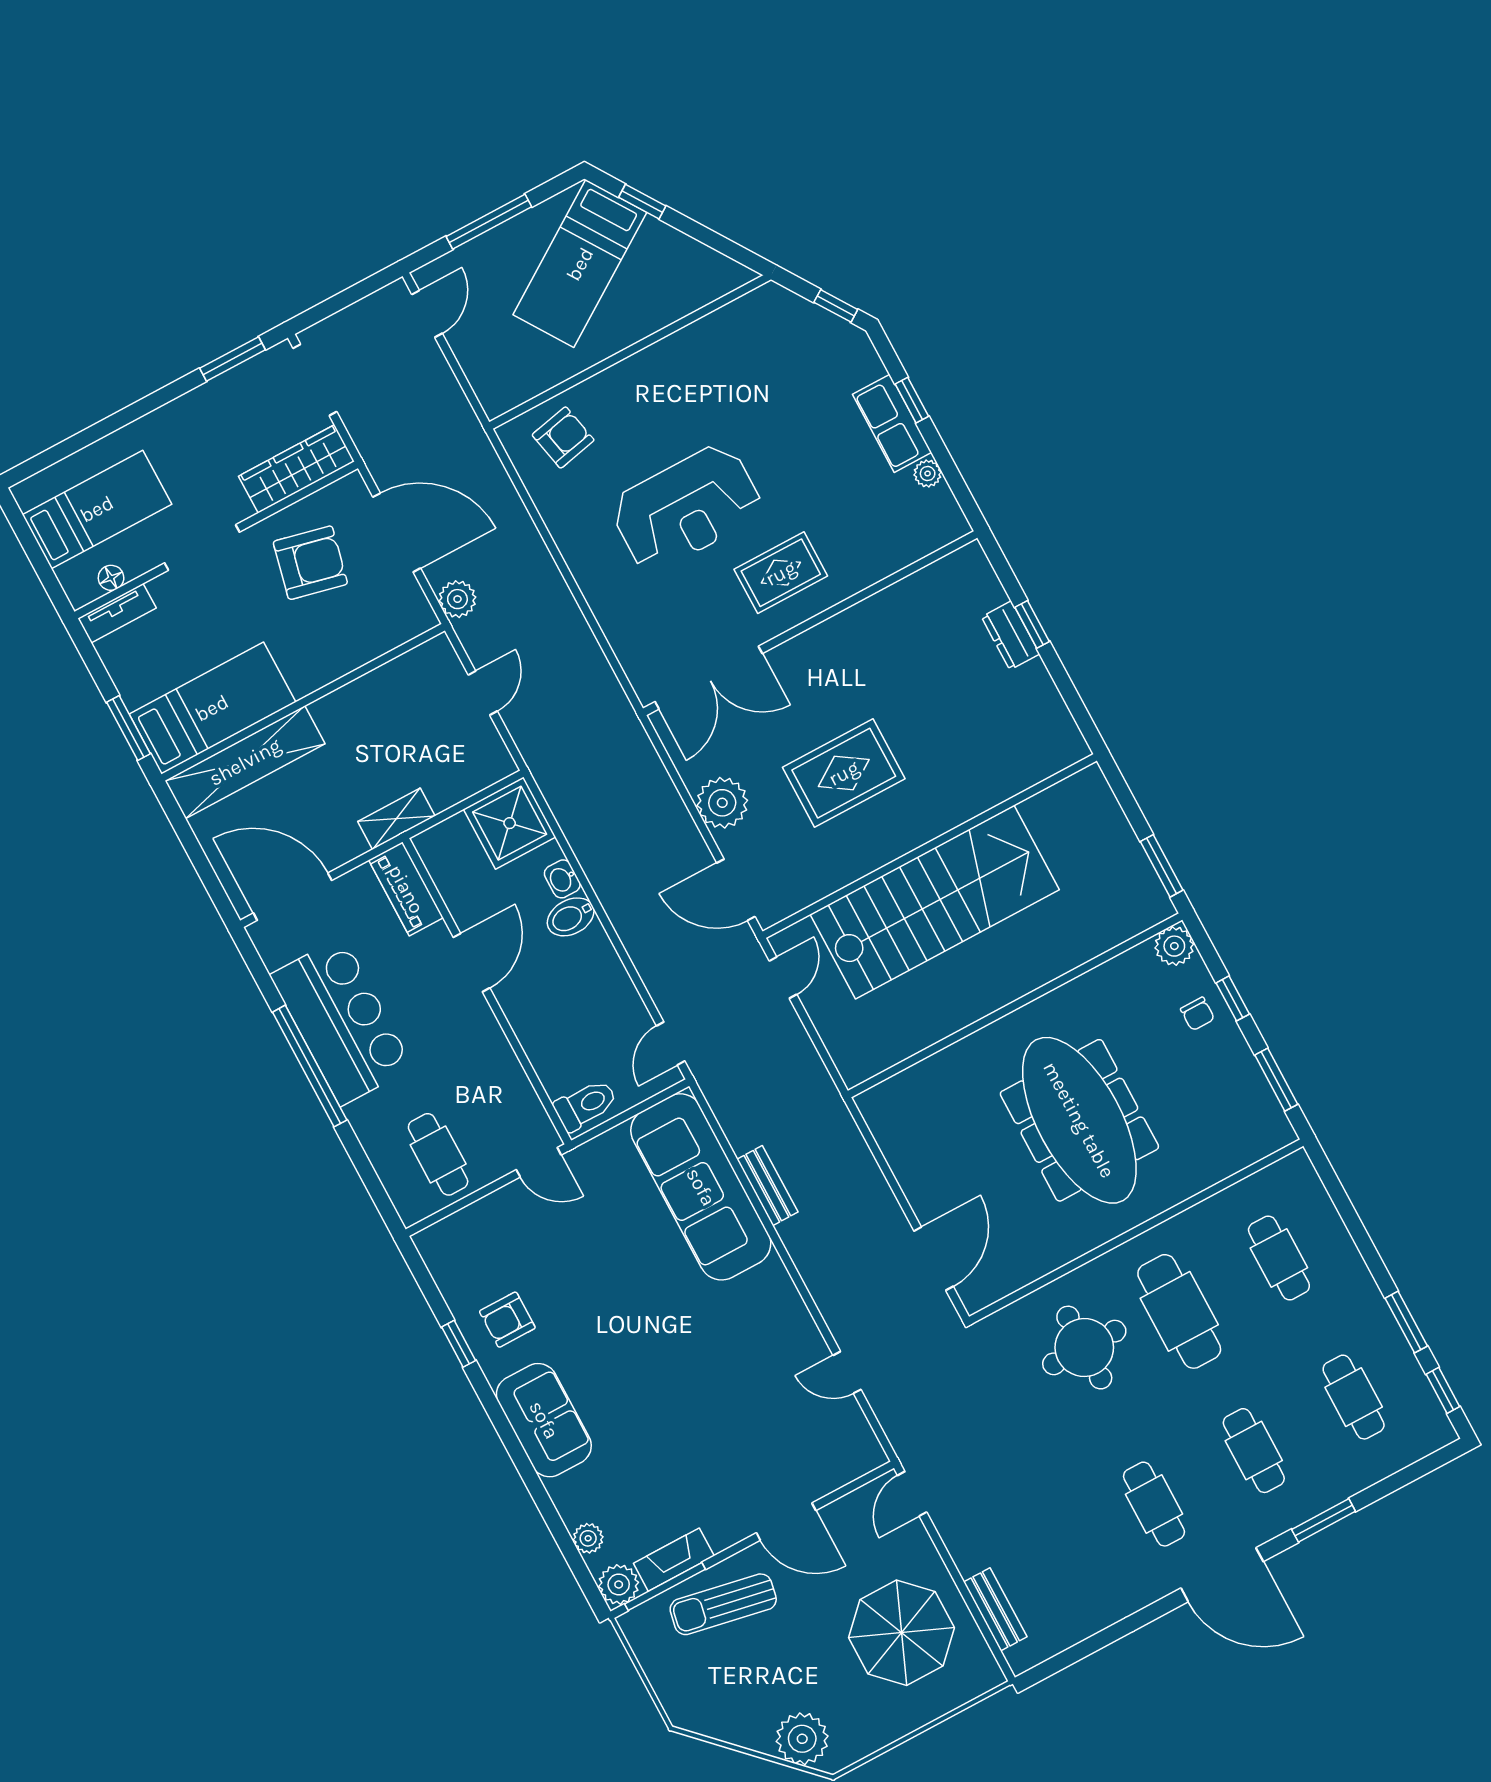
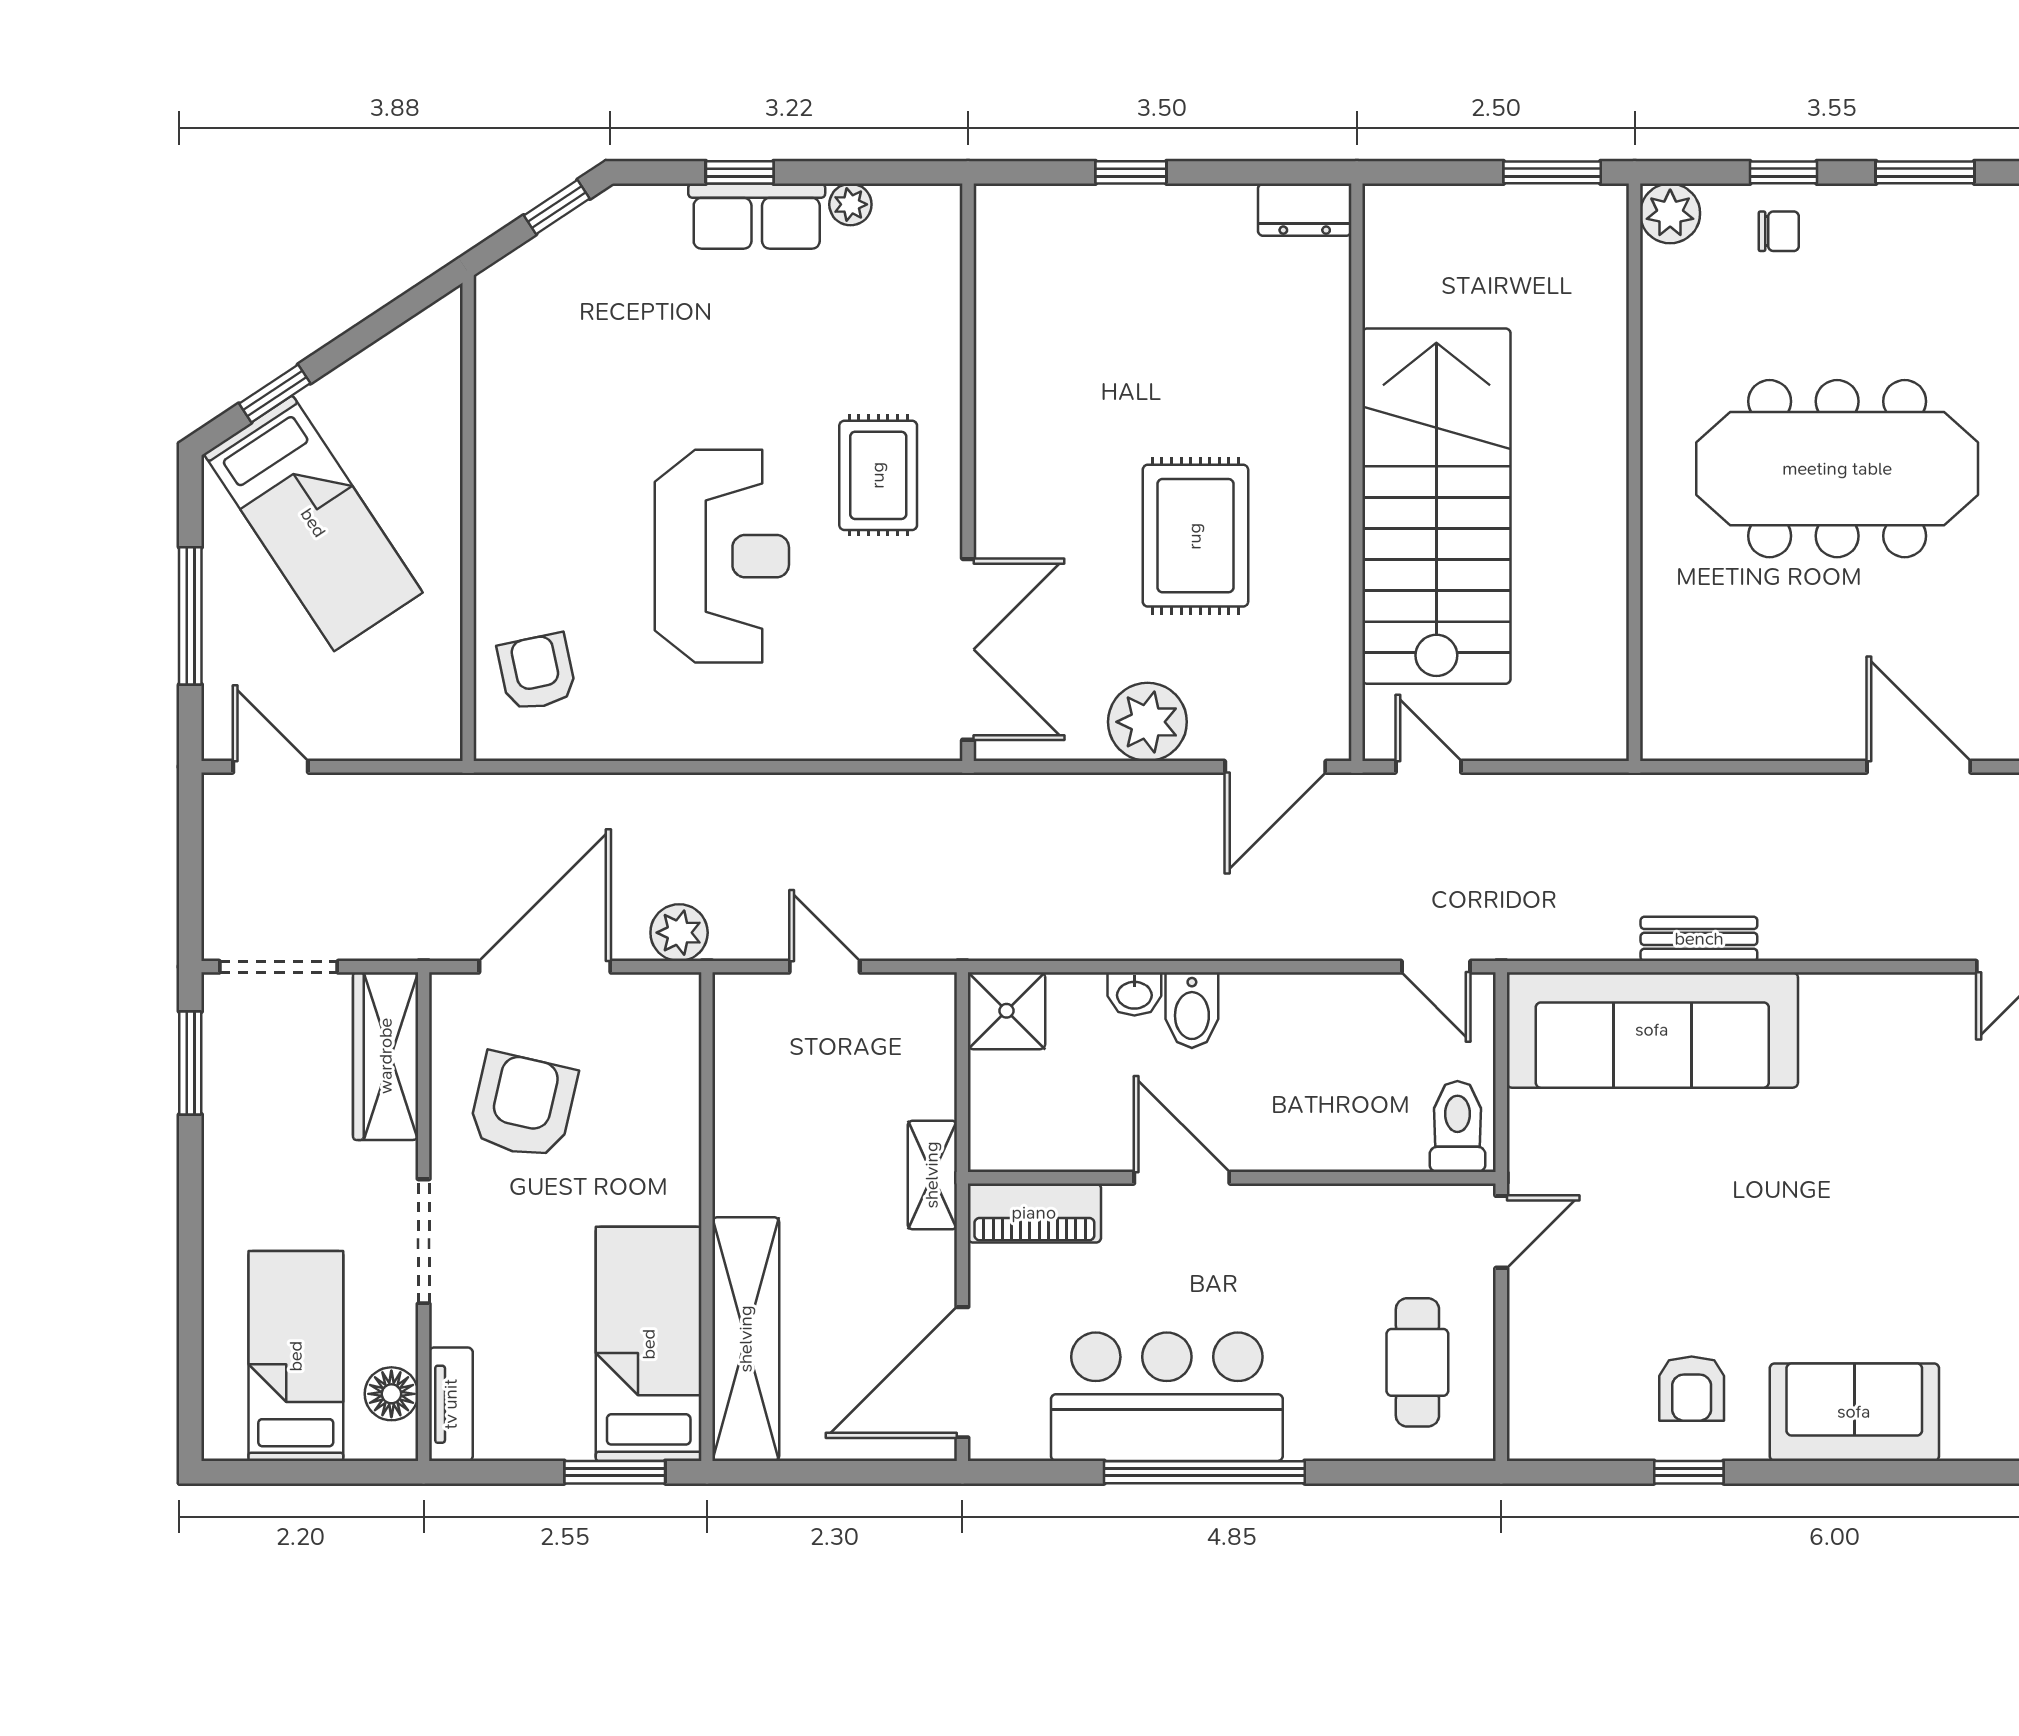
floor lamp: (111, 578) -> (391, 1394), width x1.37, depth x1.37
dresser: (1011, 635) -> (1305, 210), moved
shower: (510, 823) -> (1007, 1011), width x0.73, depth x0.73
cafe table: (438, 1154) -> (1417, 1362), turned 90

